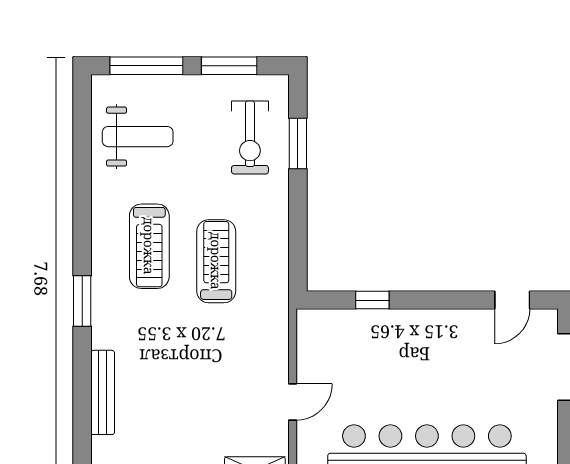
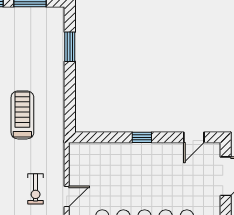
exercise bike: (250, 137) -> (36, 189), moved, width x0.73, depth x0.72
window: (372, 300) -> (142, 137), moved

